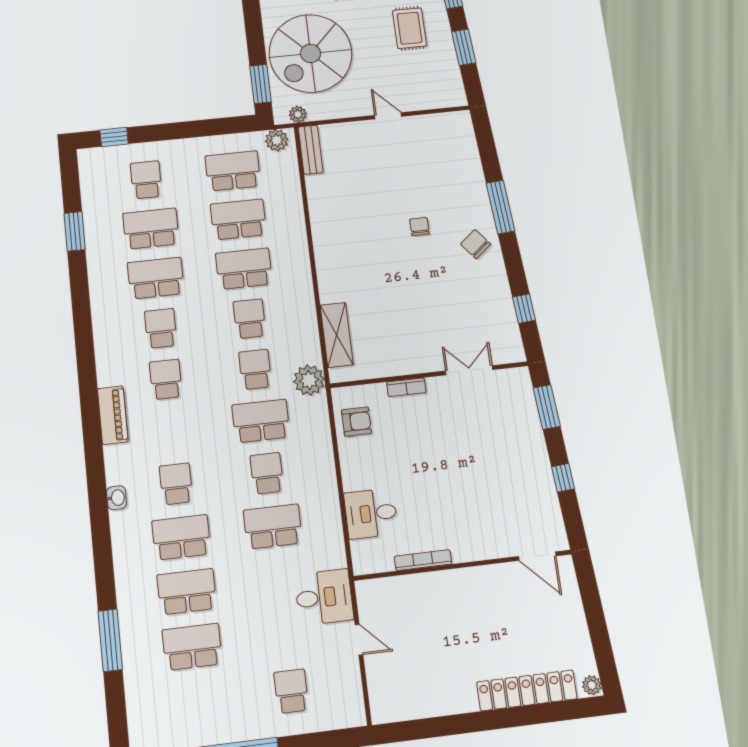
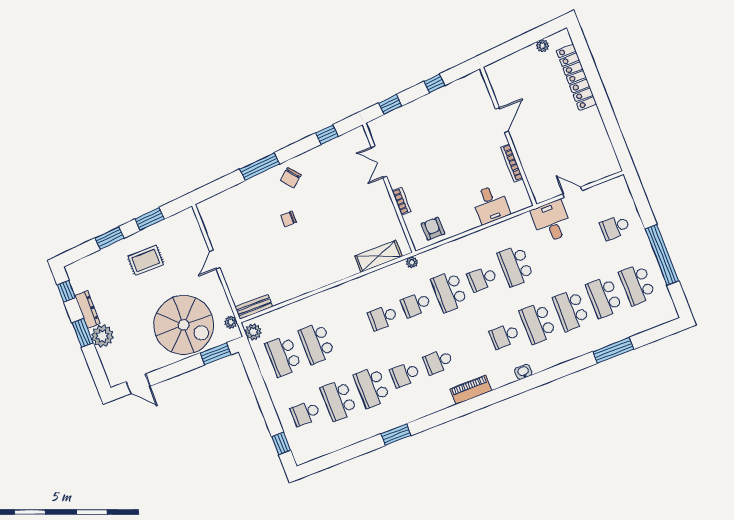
window: (75, 231) -> (396, 435), moved
school desk: (244, 269) -> (637, 284), moved
plant: (309, 380) -> (412, 262), width x0.53, depth x0.53
window: (547, 407) -> (390, 104), width x0.67
door: (537, 556) -> (502, 120), moved
door: (359, 640) -> (572, 192), hinge flipped
plant: (592, 685) -> (542, 46), moved

